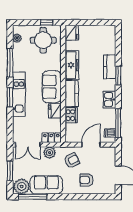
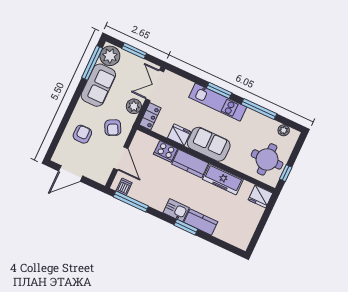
kitchen sink: (109, 99) -> (176, 210), moved

